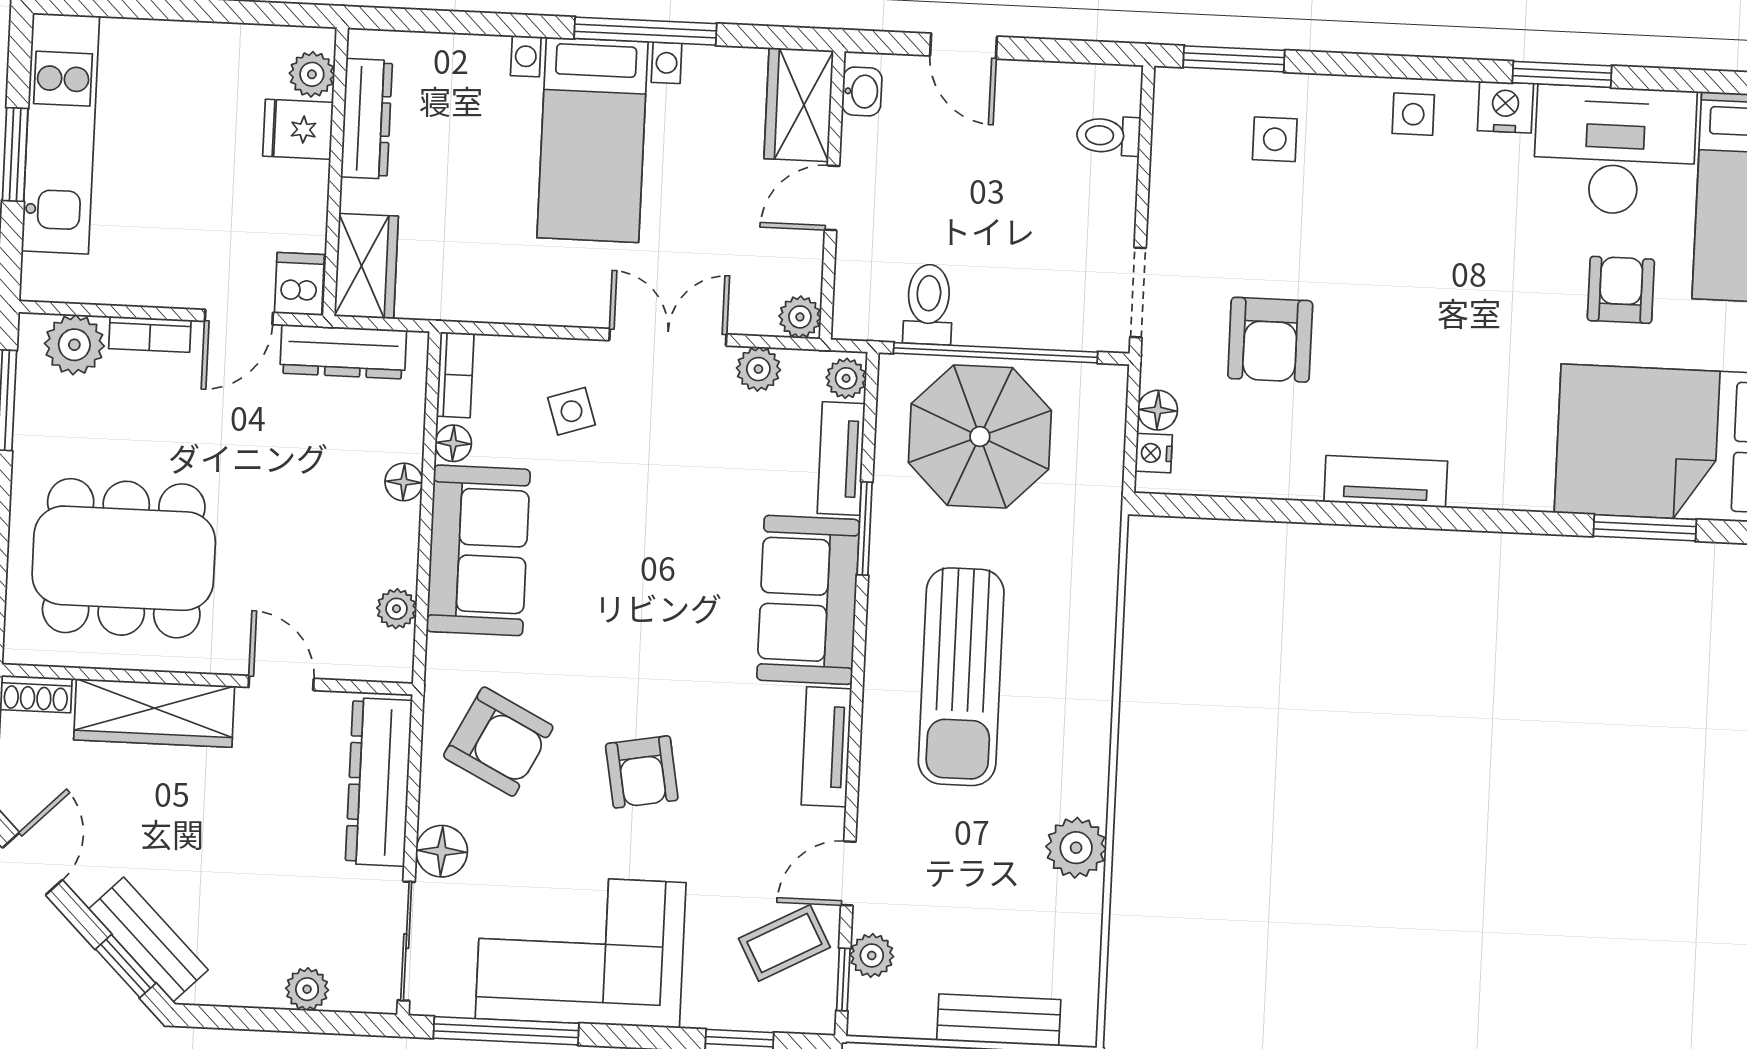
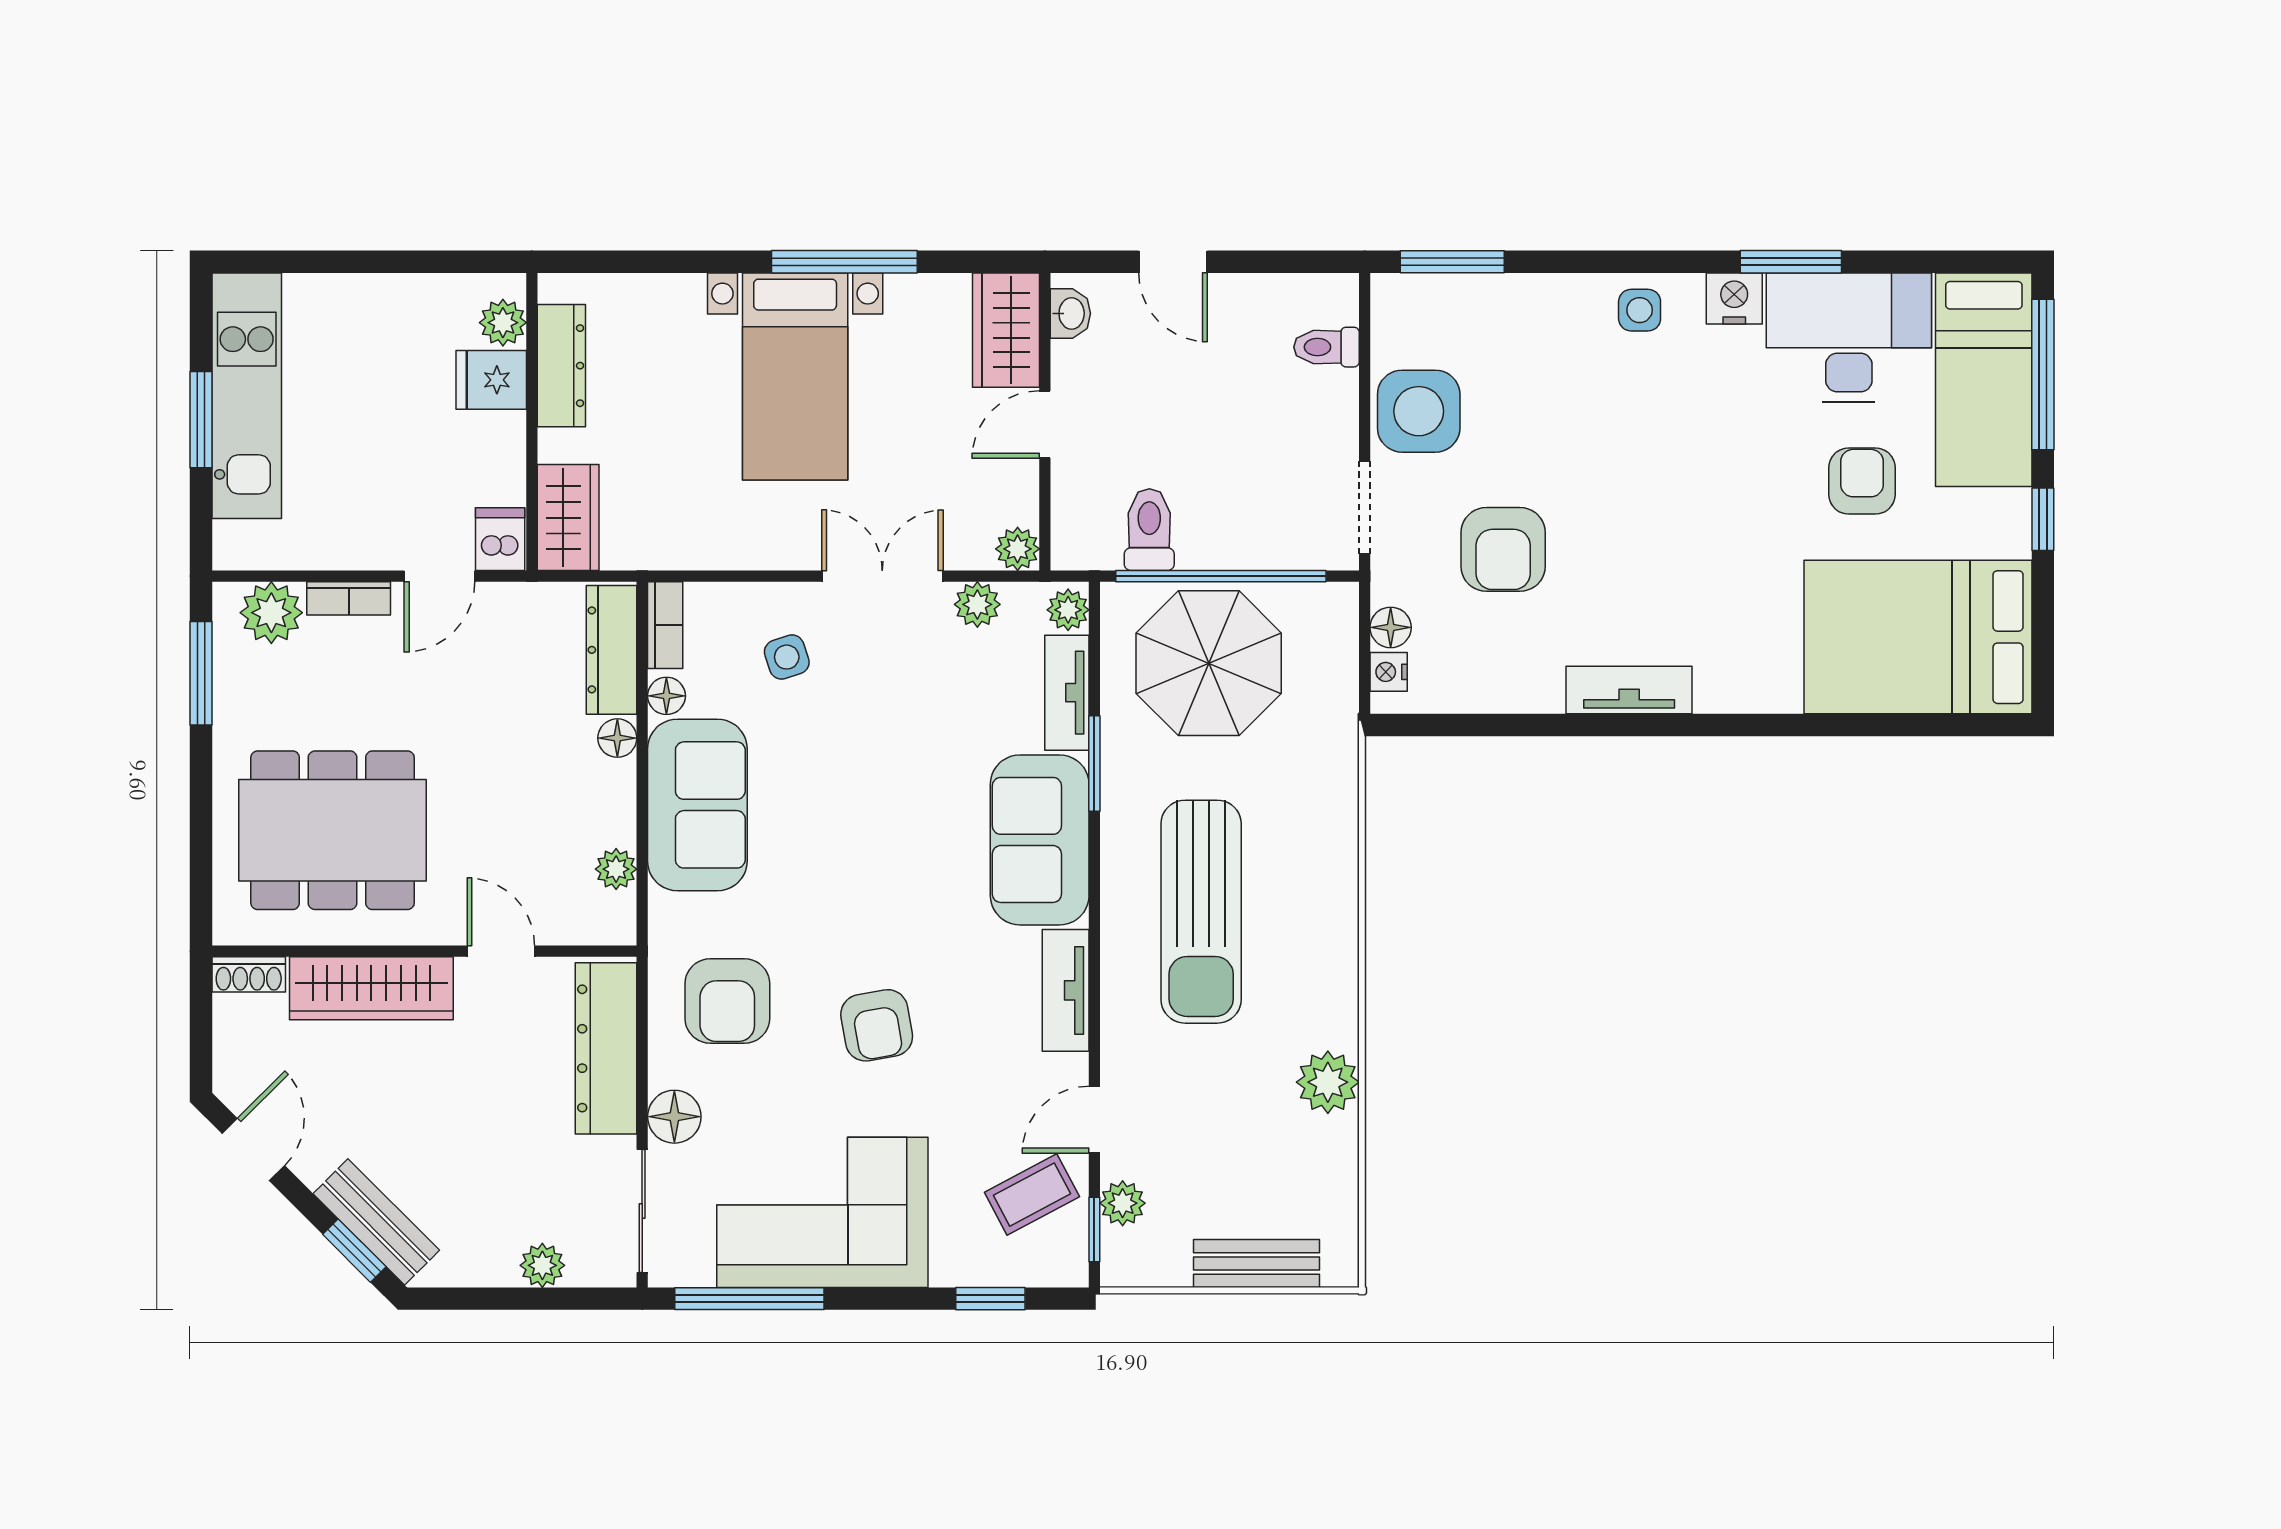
side table: (1275, 139) -> (1419, 411), moved, width x1.87, depth x1.87
dresser: (343, 352) -> (611, 650), moved, turned 90
window: (1645, 528) -> (1898, 725), removed
armchair: (498, 742) -> (727, 1001), turned 63

